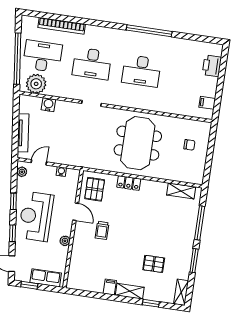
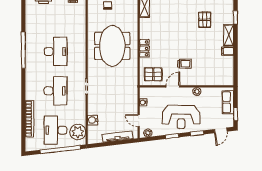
meeting table: (138, 143) -> (112, 46), turned 90

